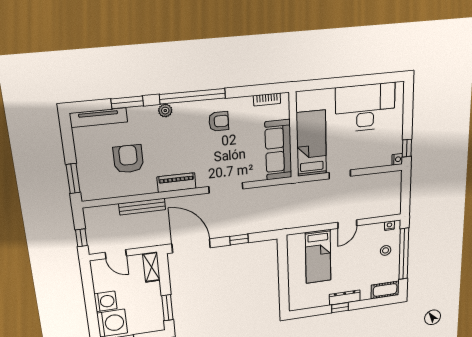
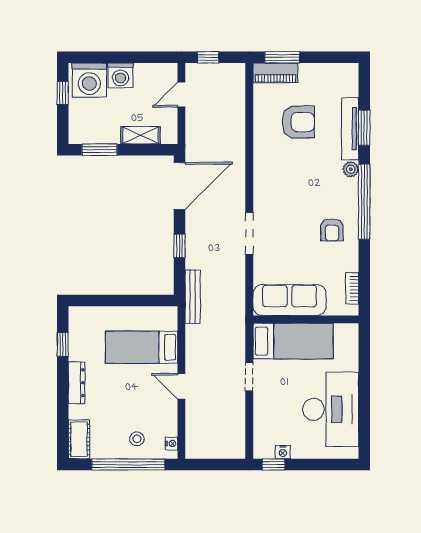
tv unit: (99, 118) -> (350, 129), moved
nightstand: (397, 159) -> (283, 452), moved
piano: (176, 183) -> (275, 73), moved, turned 90
bench: (142, 207) -> (193, 297), moved
shelving: (151, 267) -> (140, 135), moved
window: (340, 308) -> (63, 344), moved

